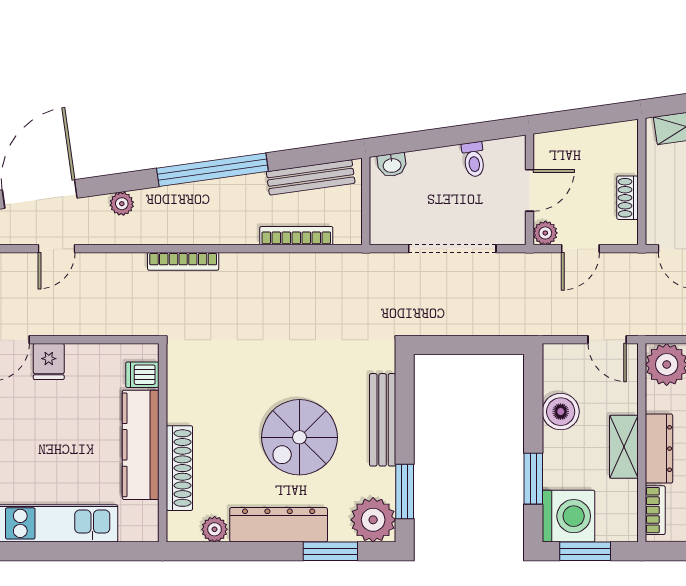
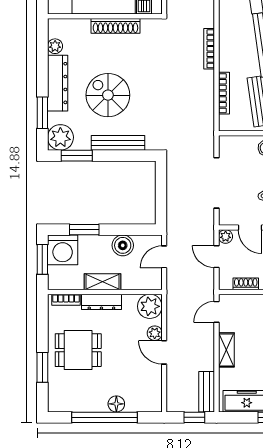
bookcase: (183, 261) -> (209, 49), moved
door: (607, 340) -> (164, 257), moved
shoe rack: (179, 468) -> (115, 26), moved

